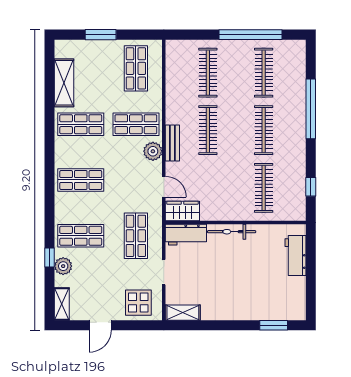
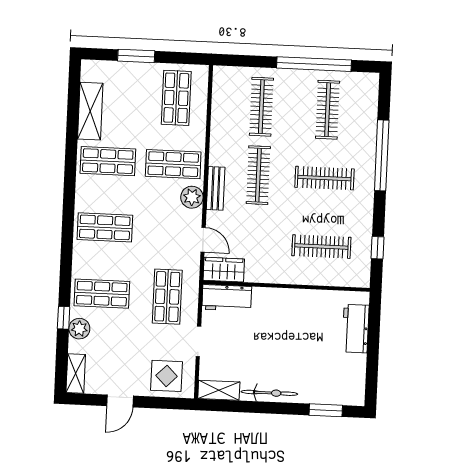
clothes rail: (264, 130) -> (324, 178), turned 90
clothes rail: (264, 188) -> (321, 247), turned 90
bicycle: (232, 232) -> (269, 393), moved, turned 180

